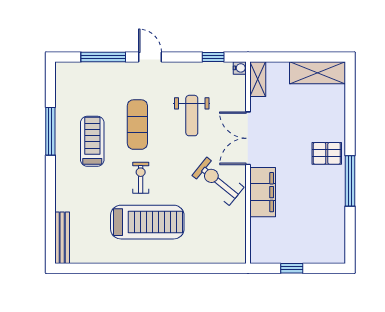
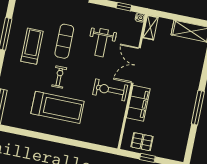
pallet: (327, 153) -> (142, 142), moved
exercise bike: (218, 181) -> (110, 90), turned -39

